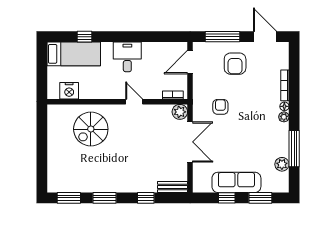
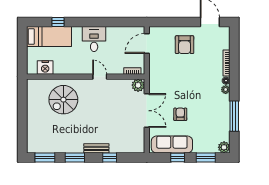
window: (222, 37) -> (174, 22), removed
armchair: (220, 107) -> (180, 114), moved
plant: (282, 164) -> (224, 147), moved
sofa: (236, 182) -> (172, 144), moved
bench: (173, 187) -> (96, 148), moved

